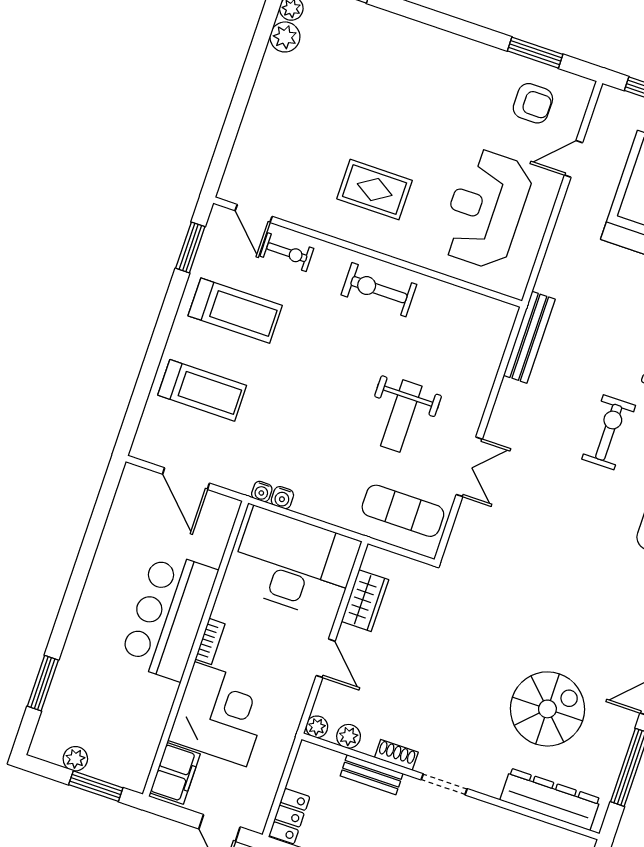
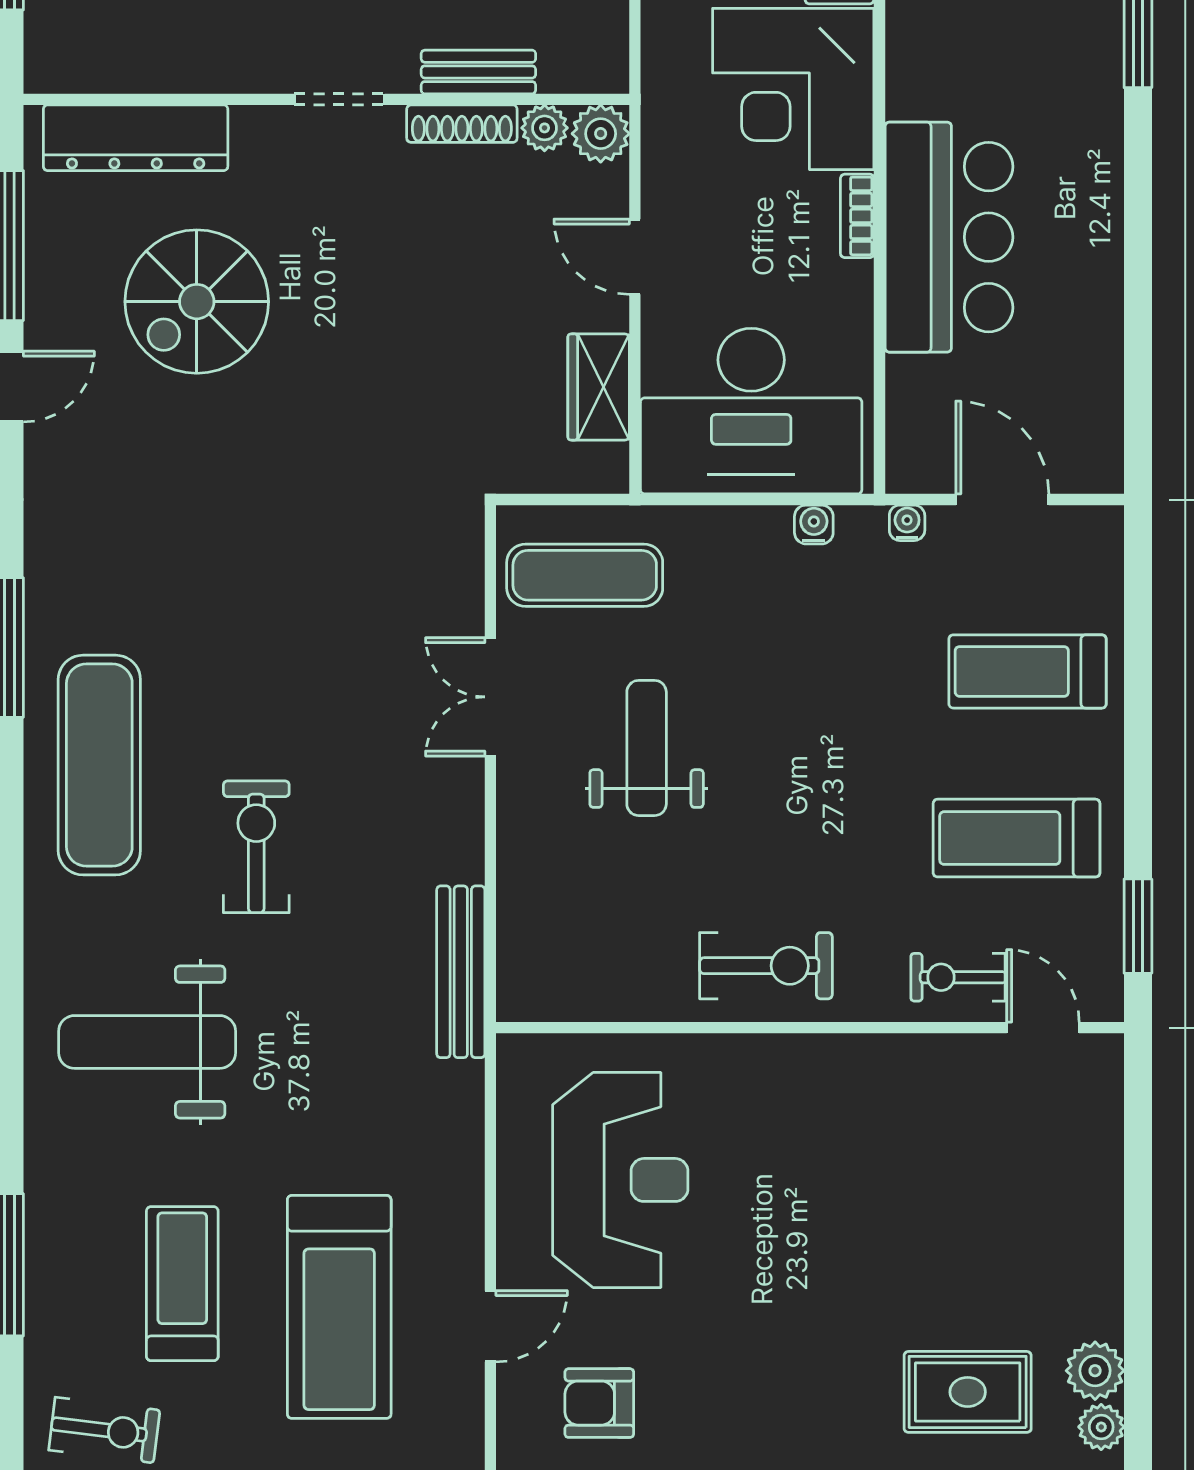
rug: (375, 190) -> (968, 1392), moved
exercise bike: (609, 432) -> (256, 847), turned 180
water cooler: (262, 492) -> (907, 523), moved
plant: (317, 727) -> (601, 134), width x1.38, depth x1.38
shoe rack: (396, 755) -> (462, 124), width x1.43

